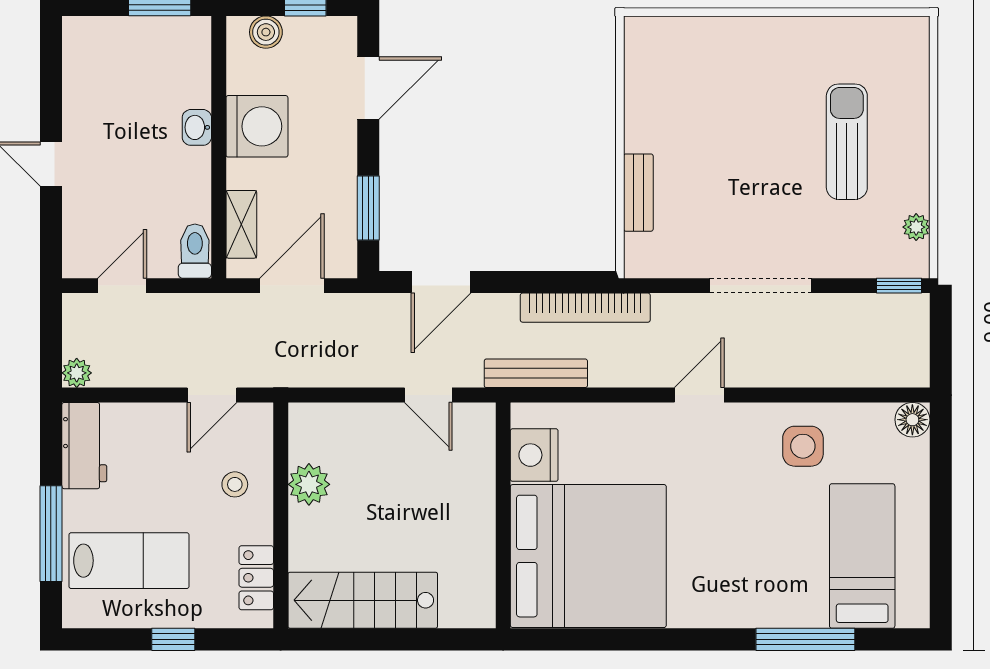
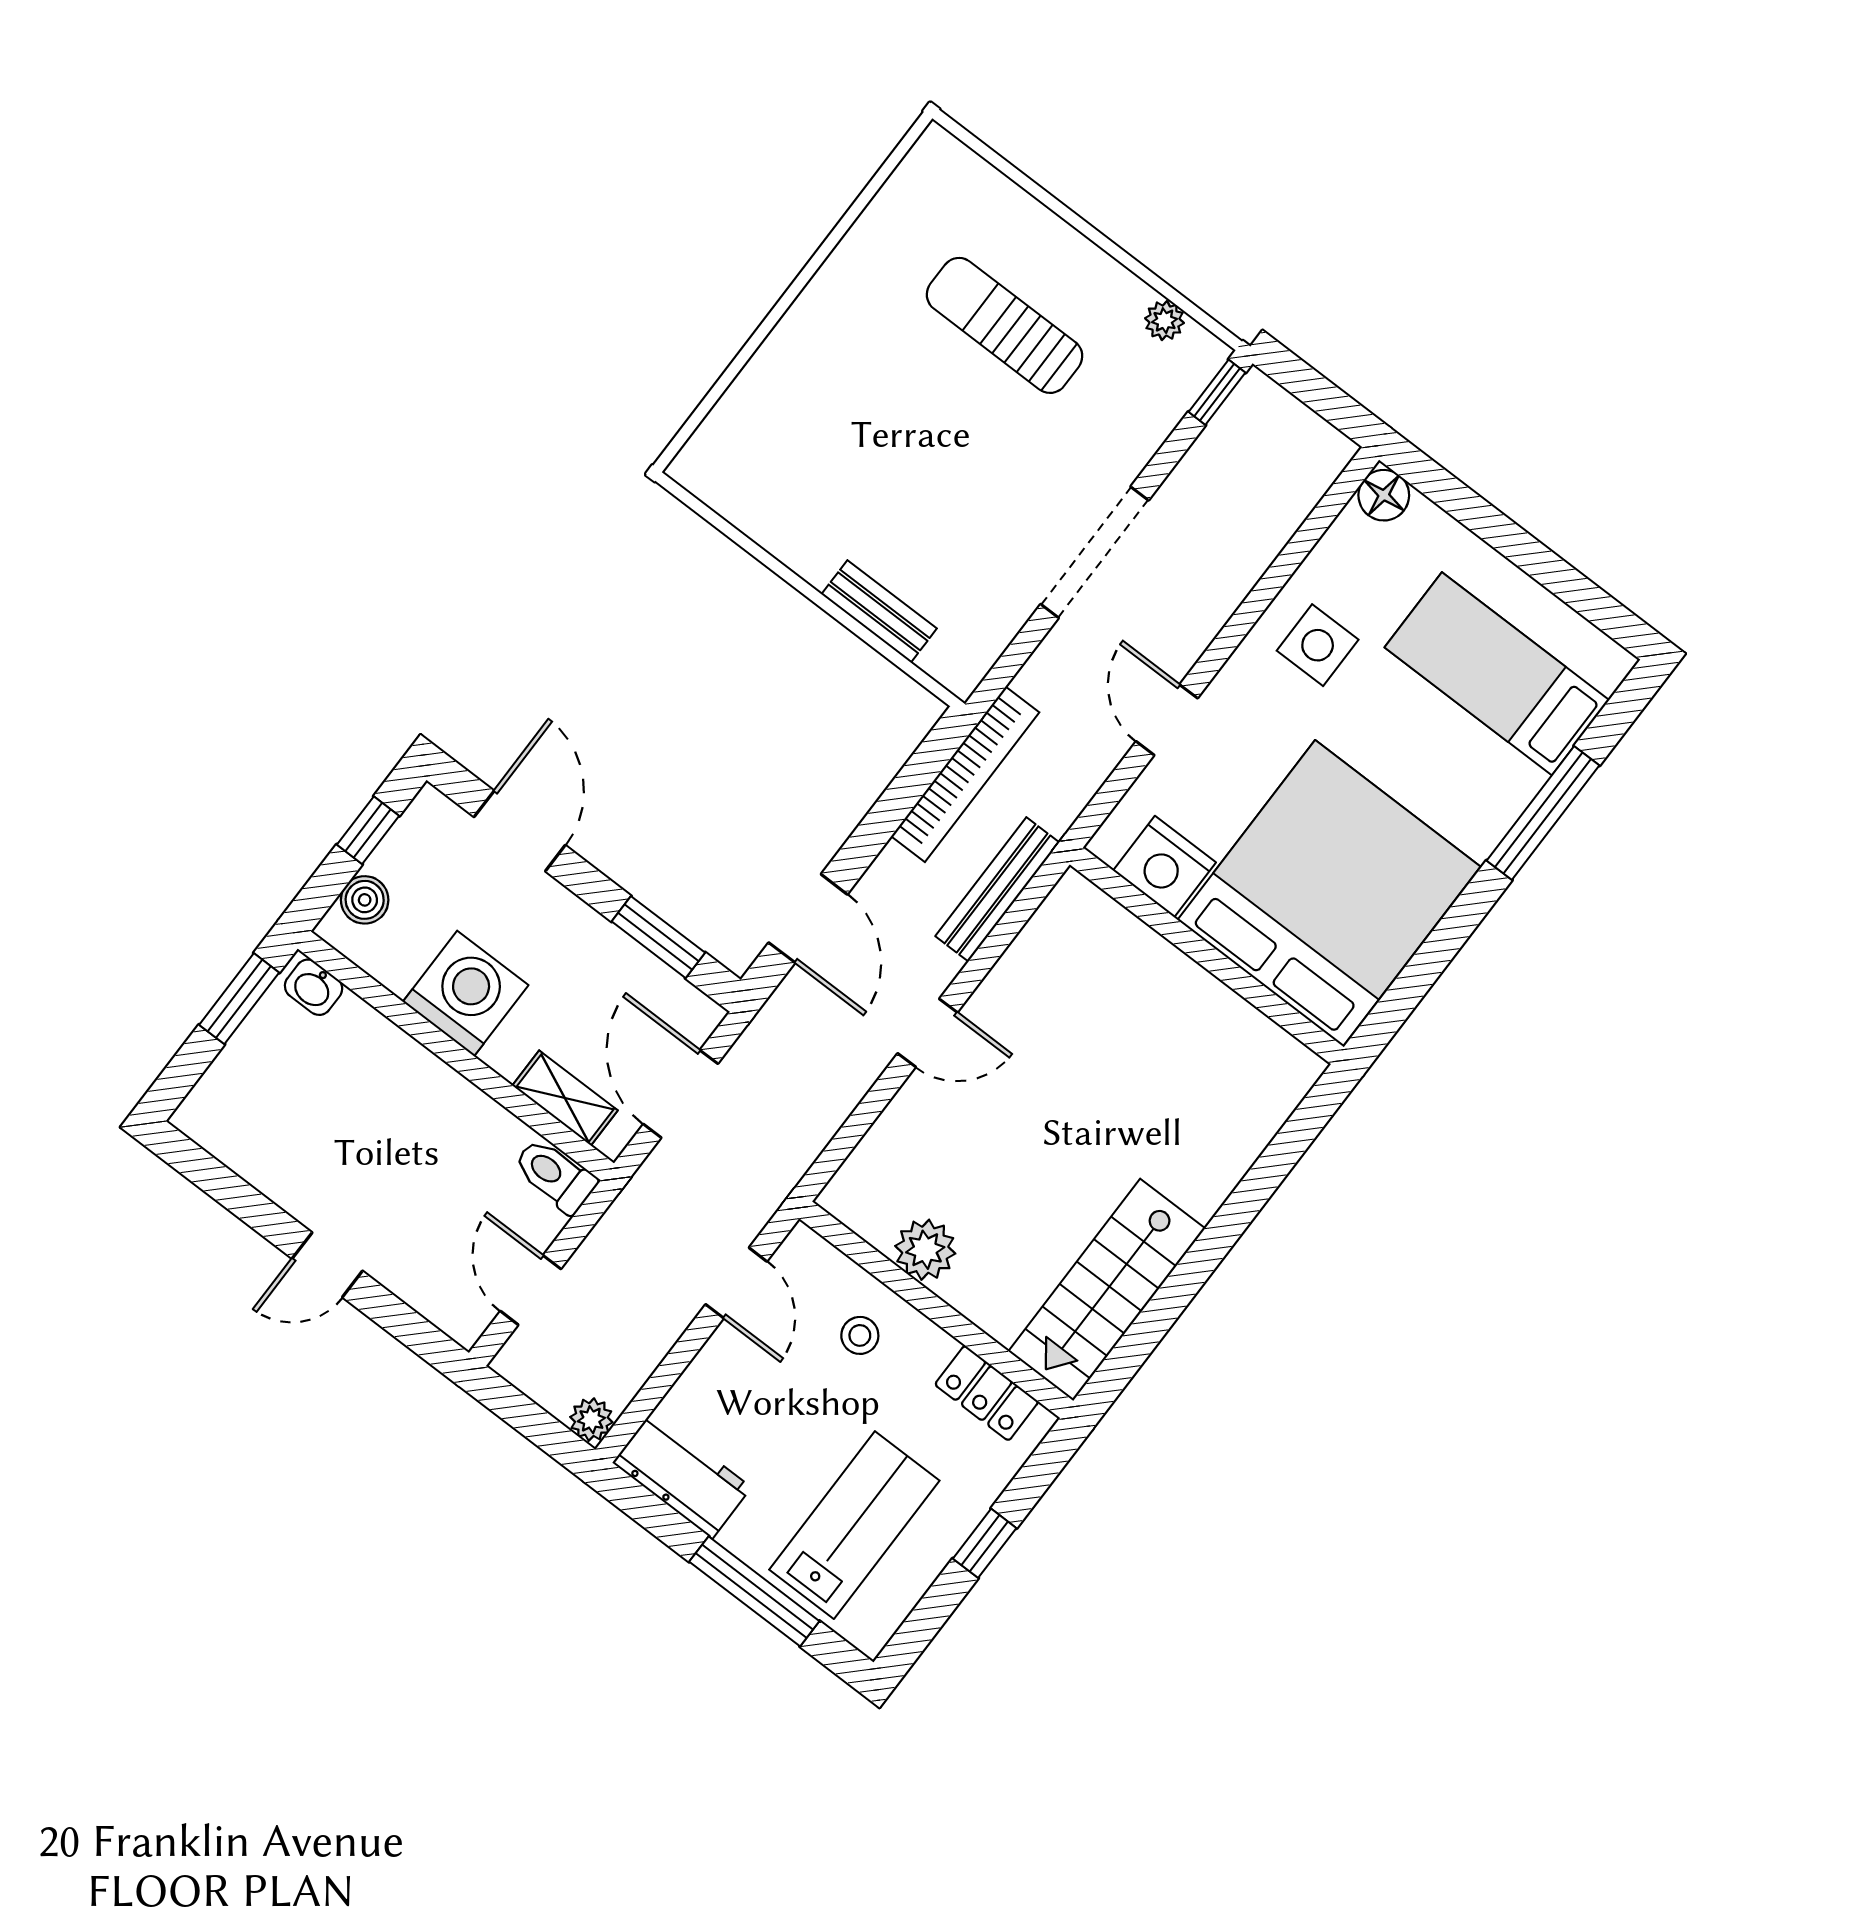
washbasin: (197, 127) -> (314, 987), moved
nightstand: (534, 455) -> (1164, 867), moved
wall: (503, 515) -> (1207, 956), moved
bed: (588, 556) -> (1329, 893), moved

